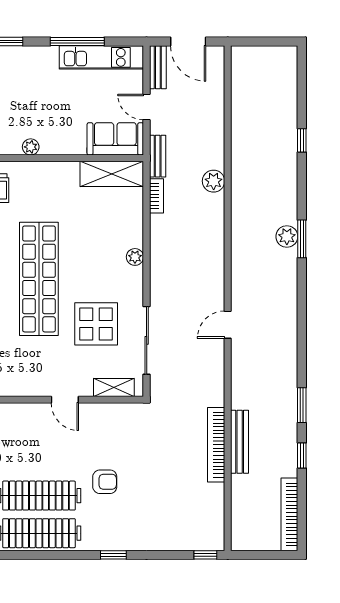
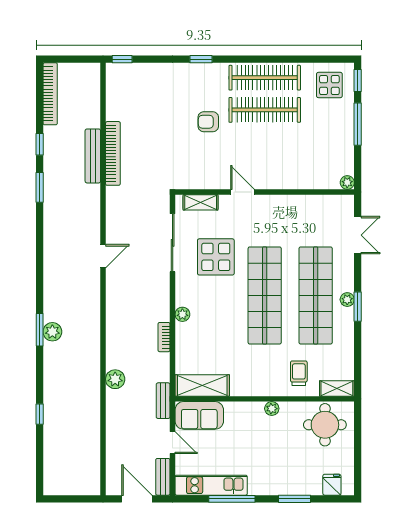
bookcase: (156, 196) -> (164, 337), moved

